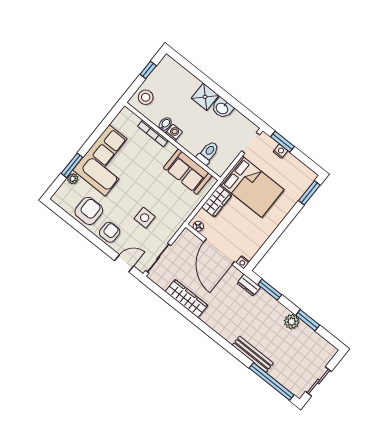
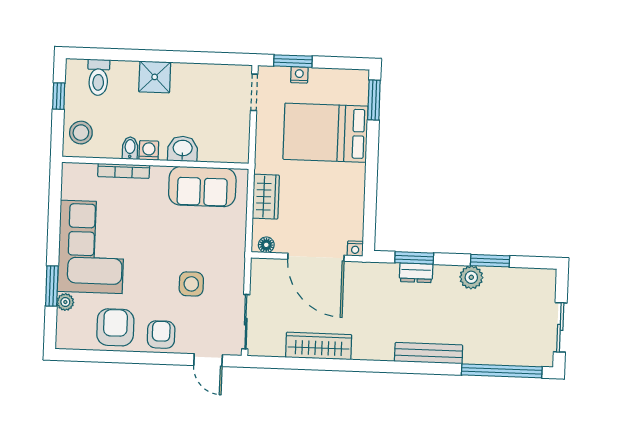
washbasin: (222, 108) -> (183, 149), moved, turned 180
toilet: (208, 153) -> (98, 77), moved, turned 180
bed: (252, 187) -> (326, 133), moved, turned 180
door: (124, 263) -> (208, 360), swing flipped
dresser: (249, 285) -> (416, 273), moved
bench: (253, 354) -> (429, 353), moved

